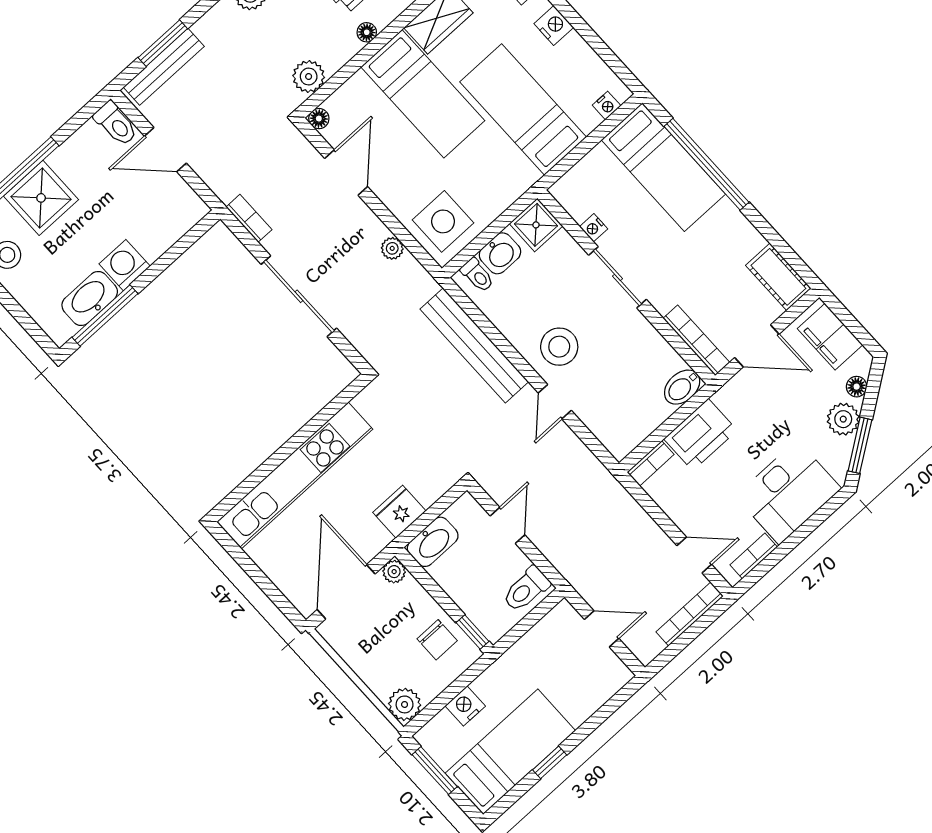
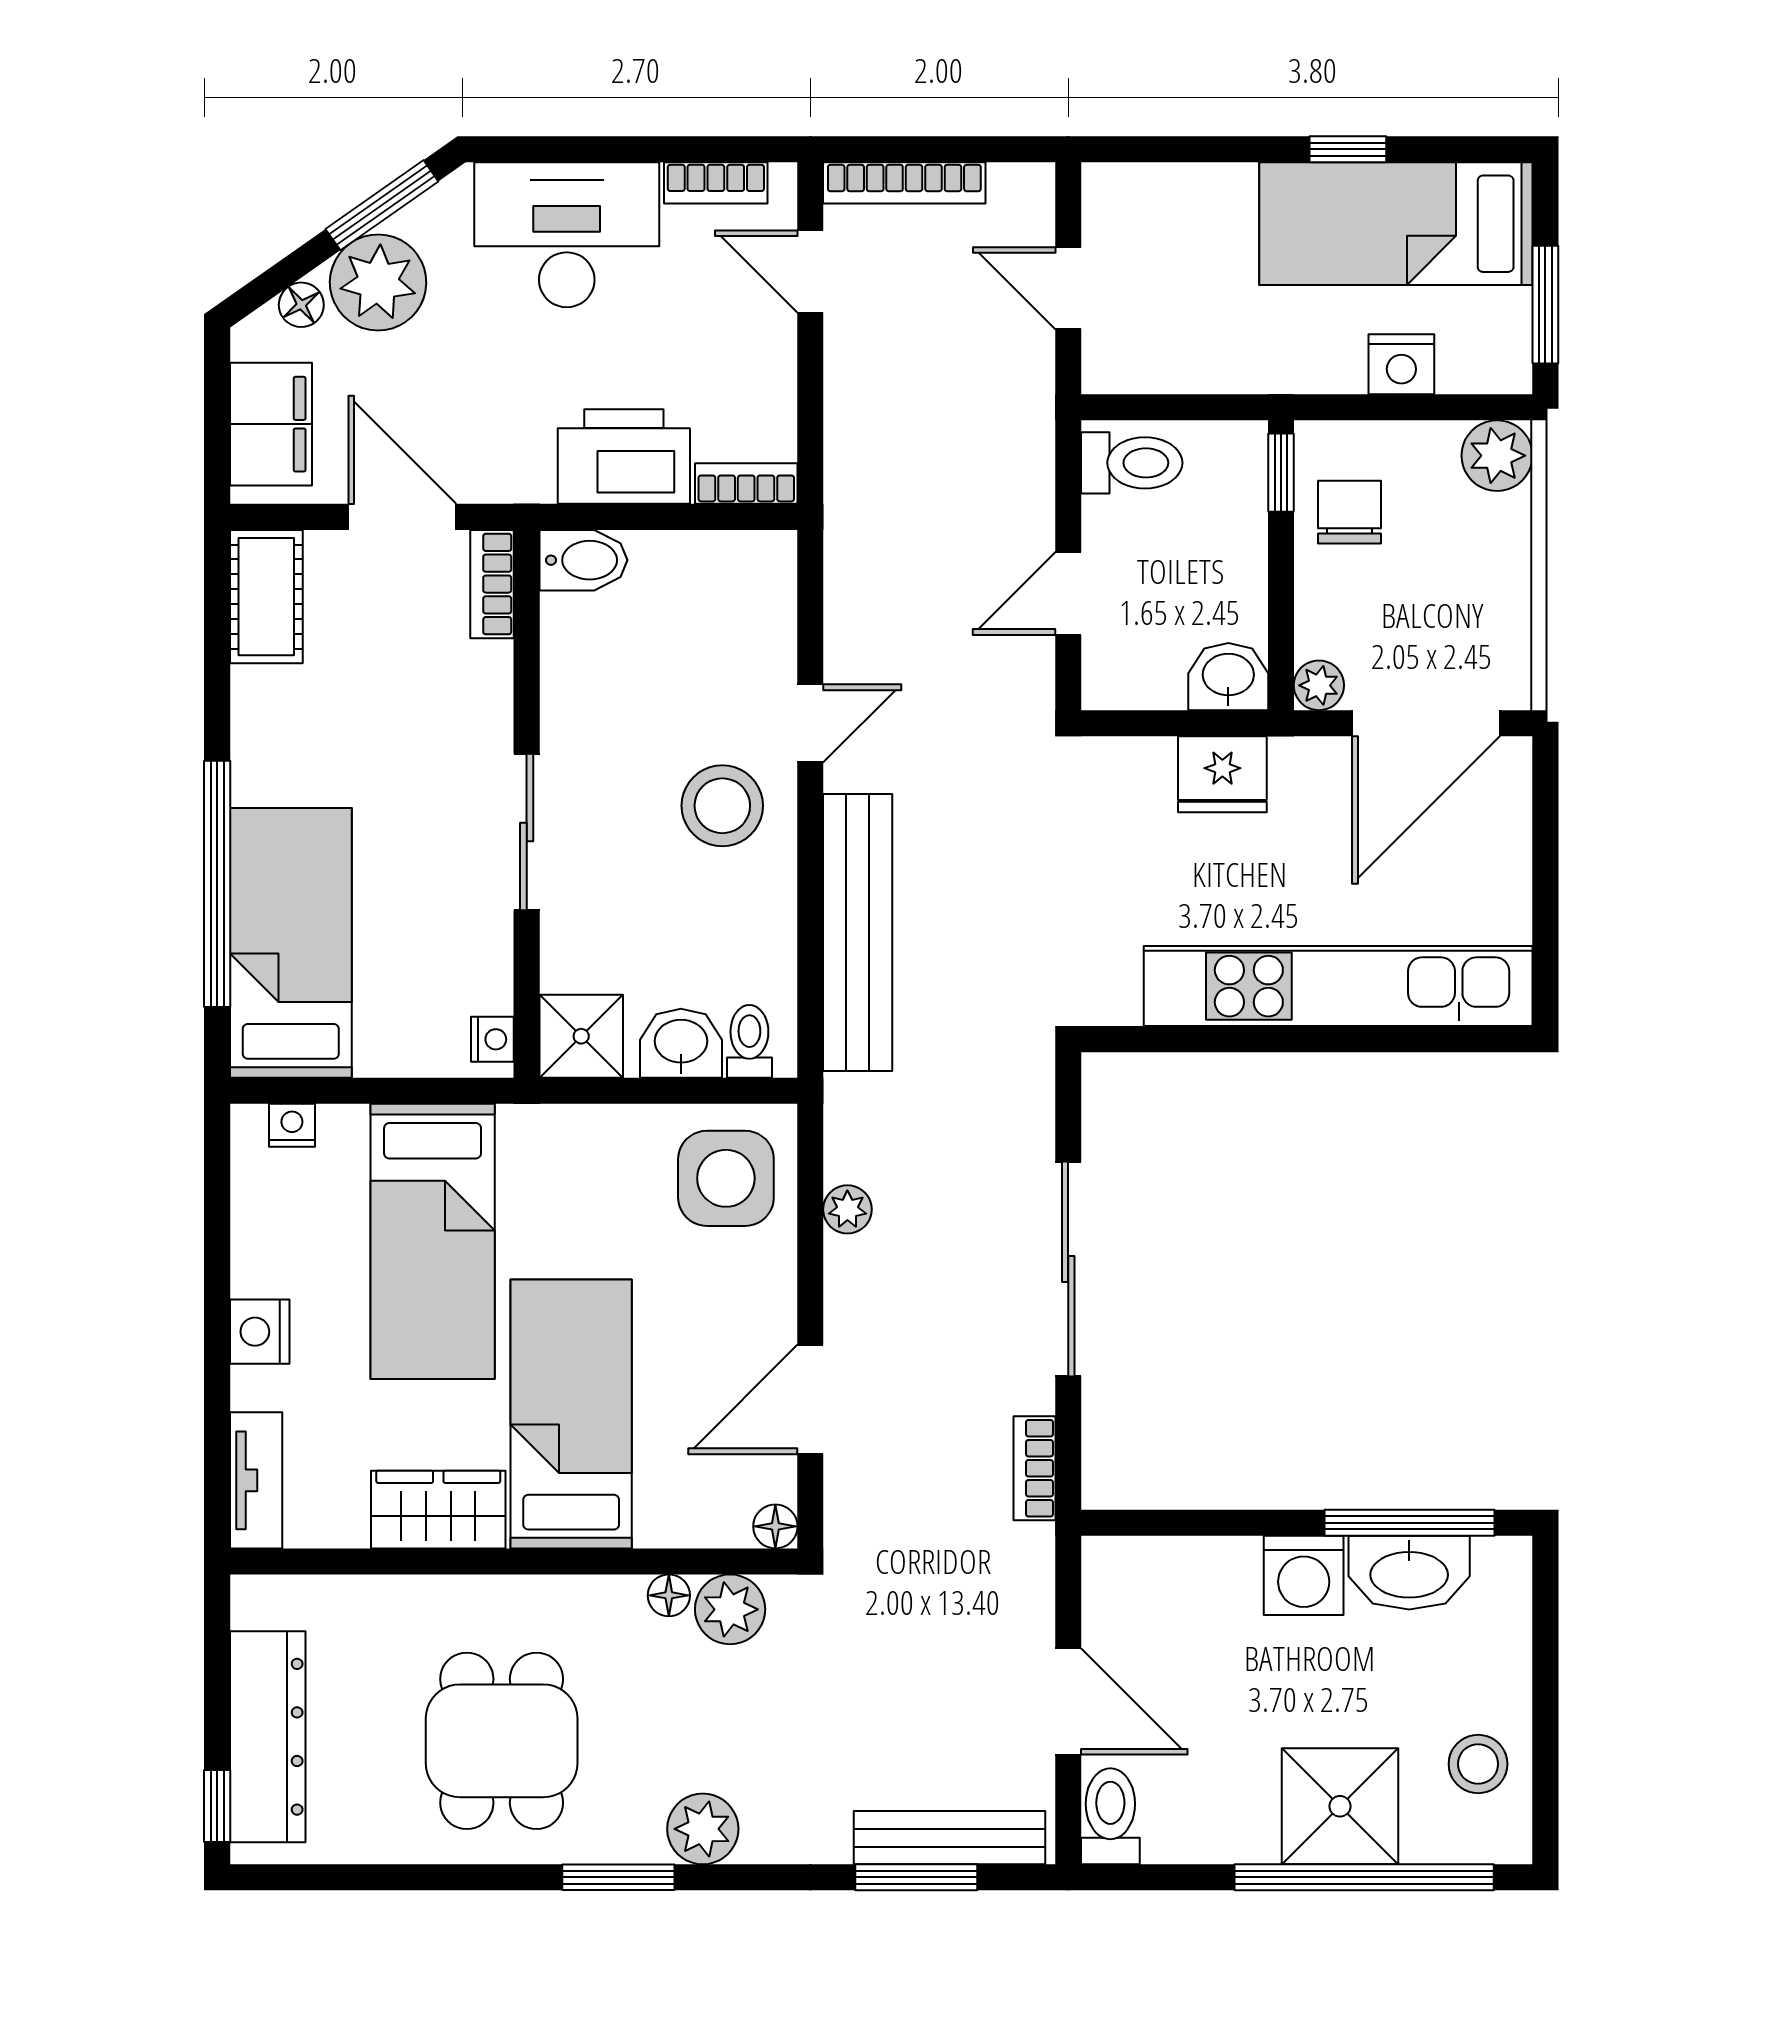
floor lamp: (367, 32) -> (669, 1595), moved
nightstand: (594, 228) -> (492, 1039), moved
bookcase: (696, 340) -> (492, 584), width x0.64
plant: (843, 419) -> (378, 282), width x1.36, depth x1.36
washbasin: (433, 542) -> (1228, 677), width x0.72

